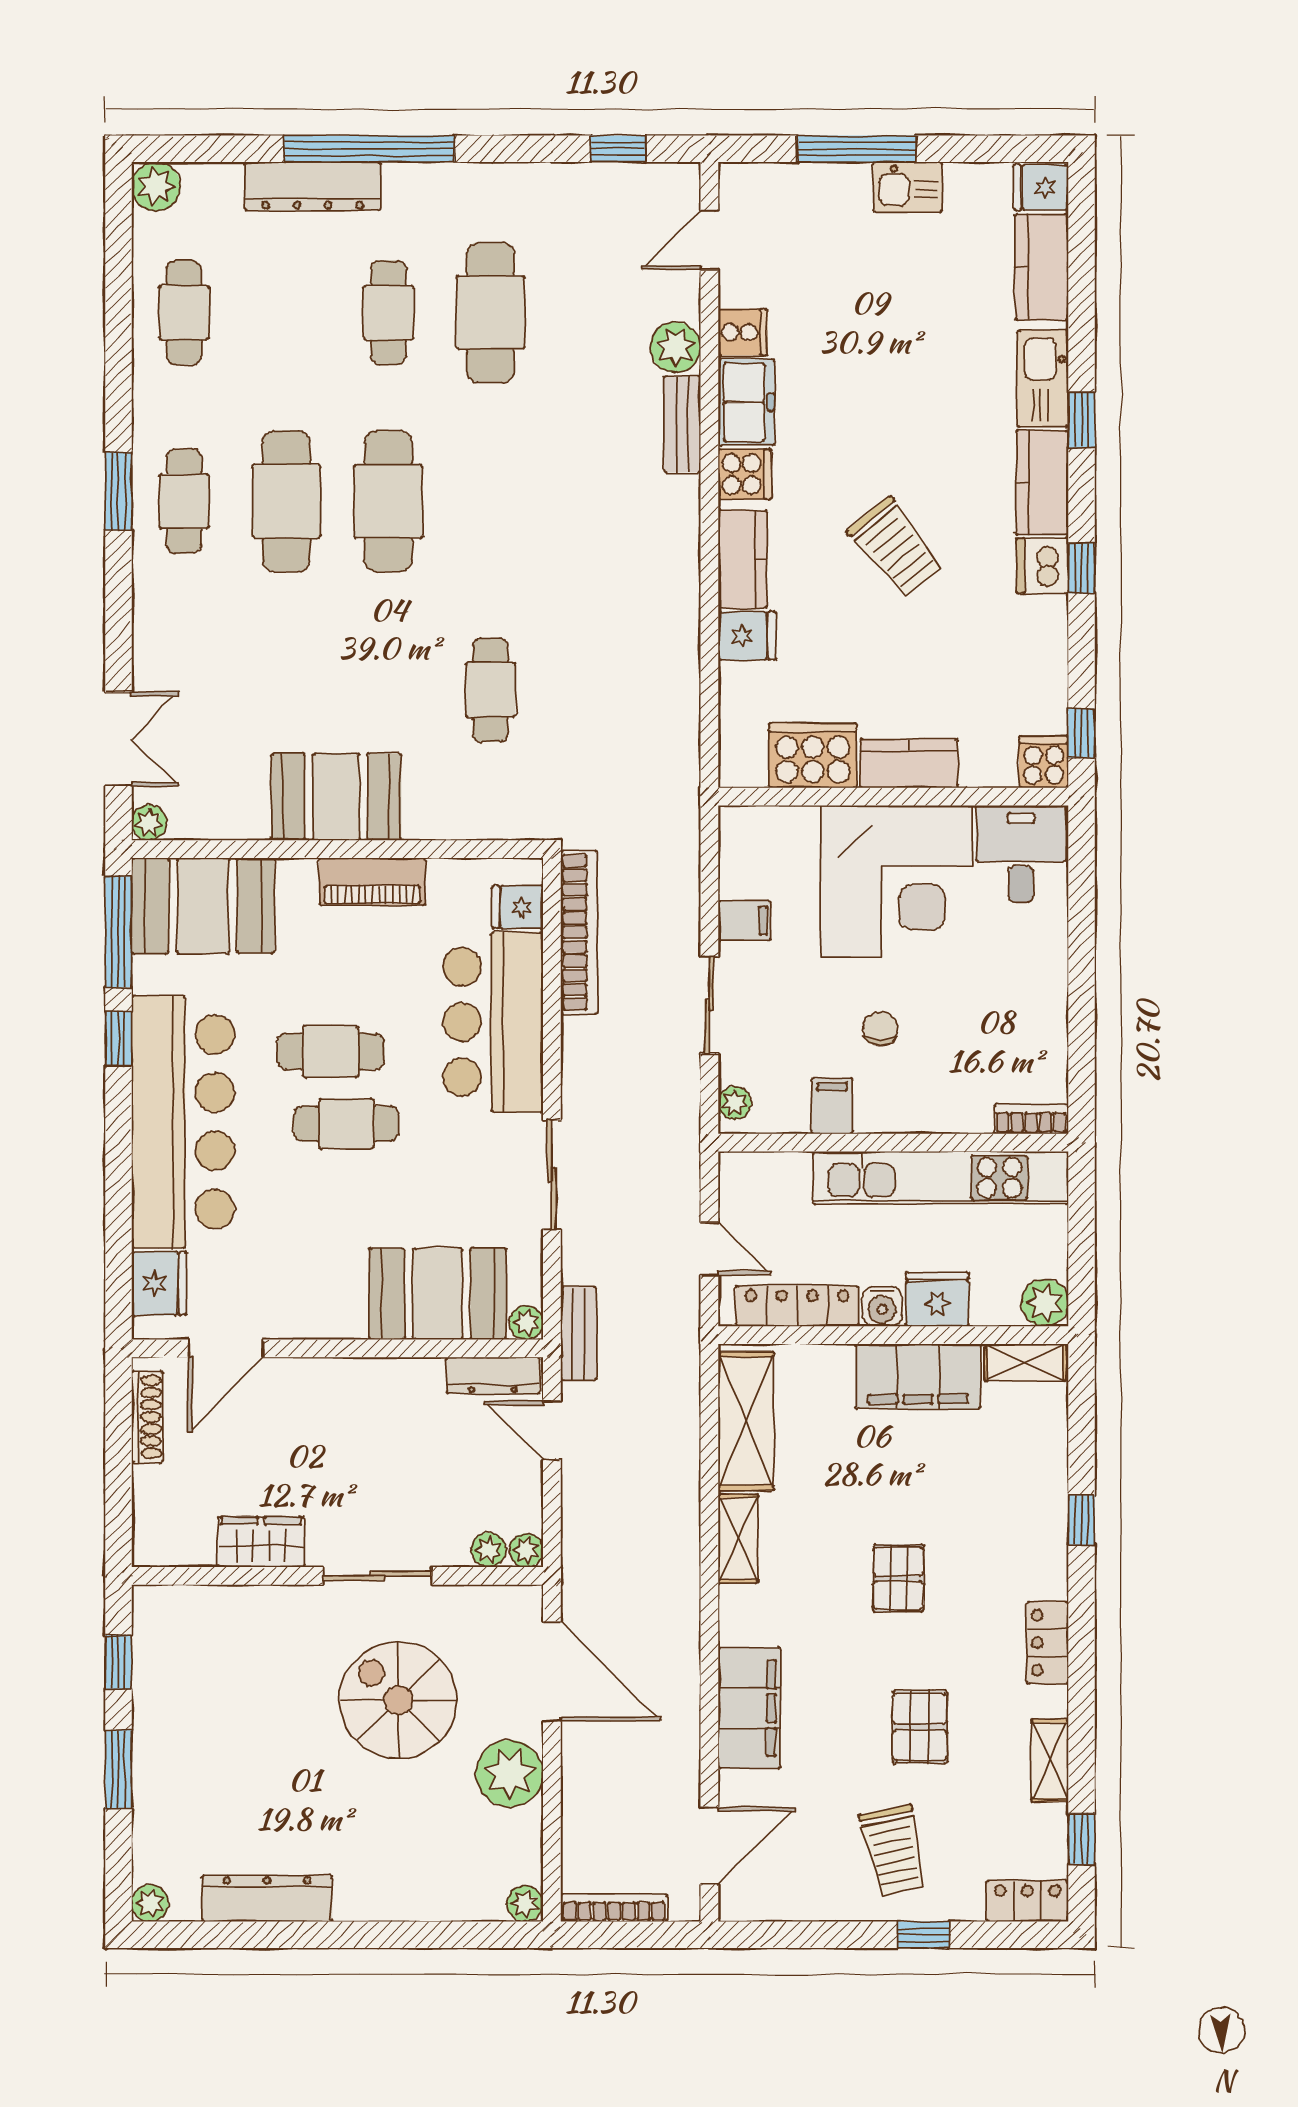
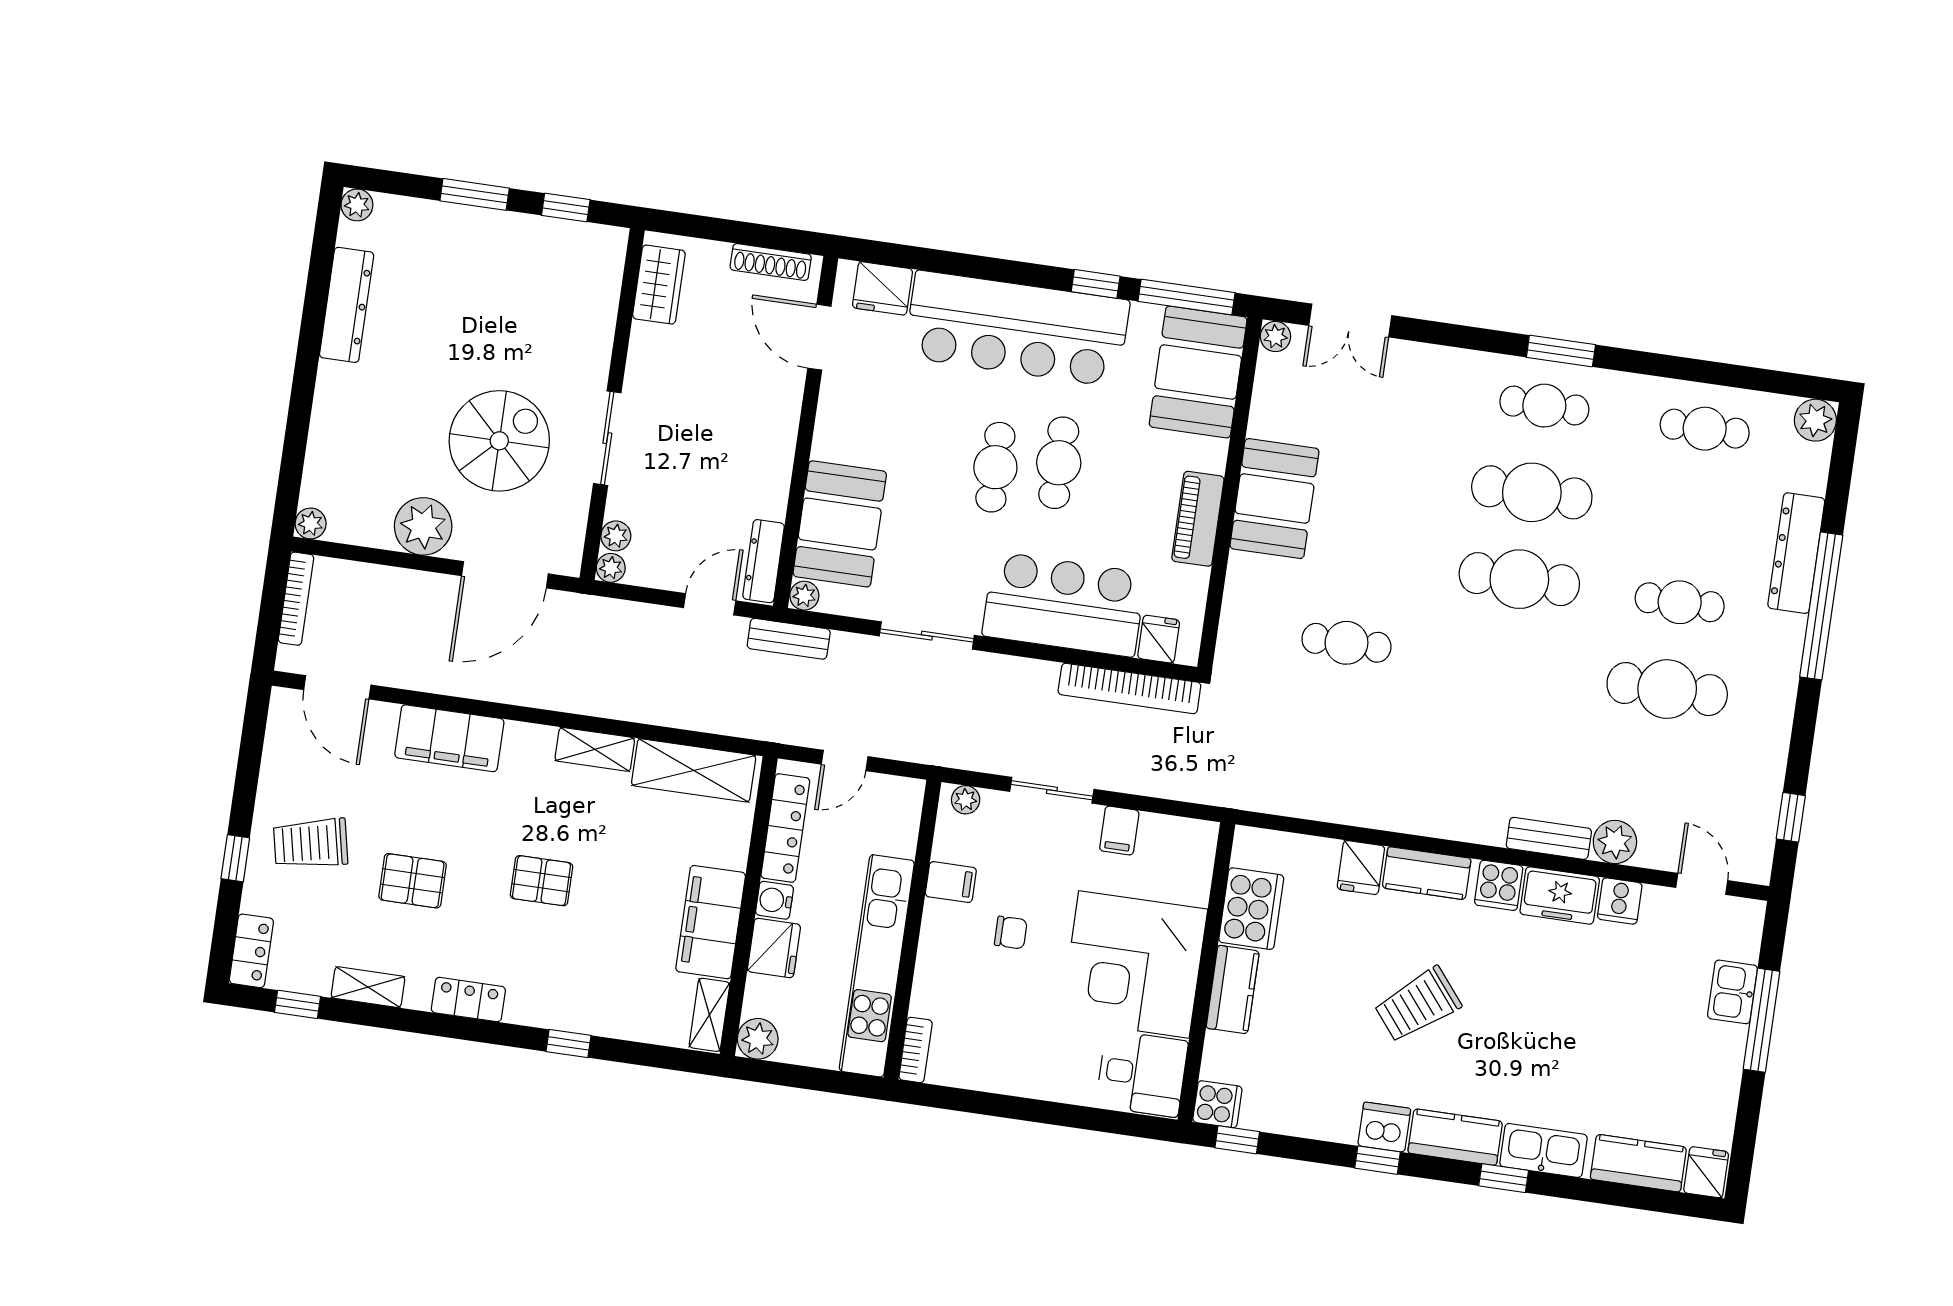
kitchen sink: (908, 187) -> (1732, 992), moved
wardrobe: (261, 1542) -> (659, 285), moved

